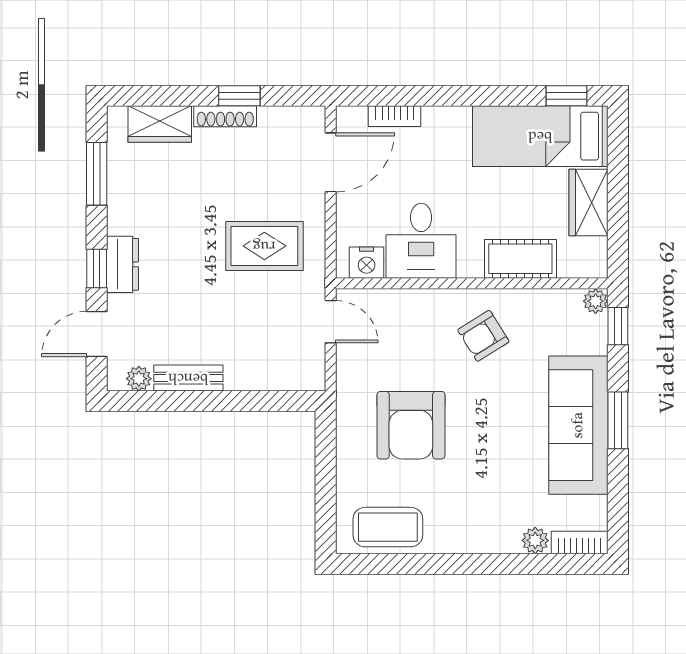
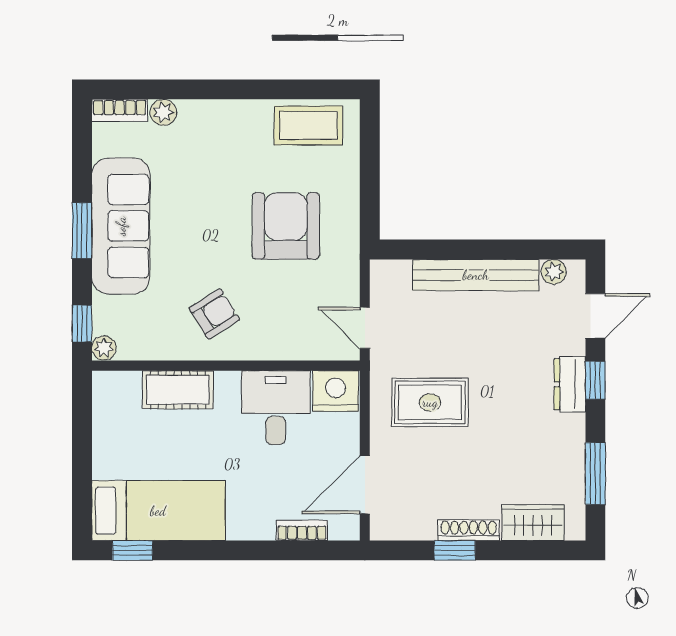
wardrobe: (588, 203) -> (111, 445), removed
nightstand: (367, 263) -> (336, 391), width x1.36, depth x1.33
bench: (188, 378) -> (476, 275), width x1.86, depth x1.21

